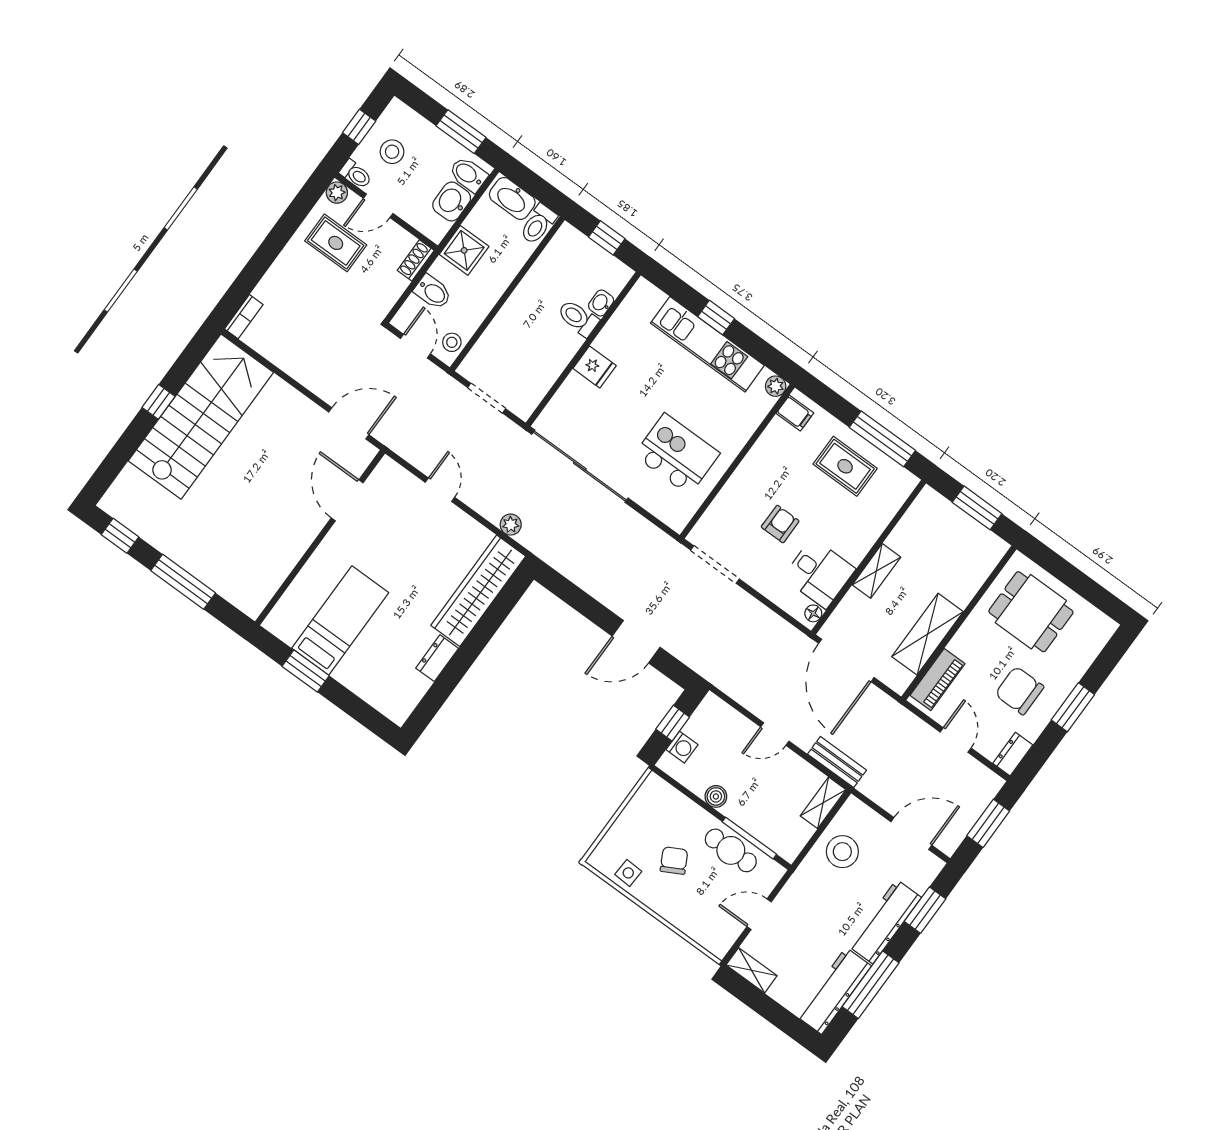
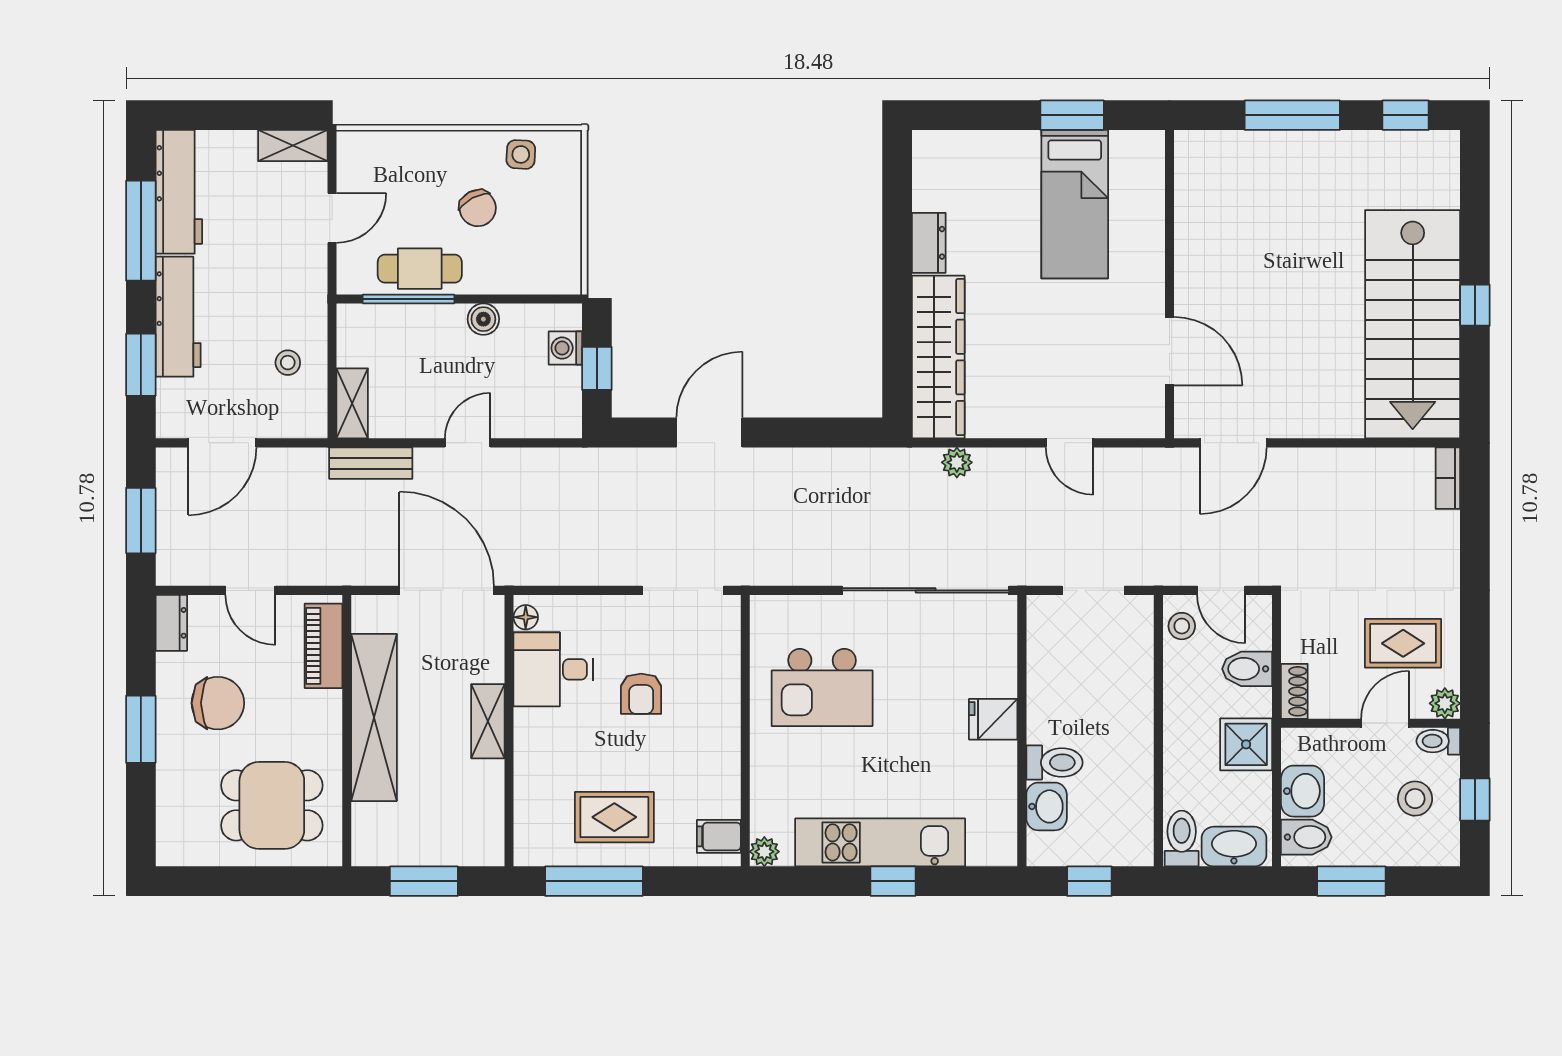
washbasin: (601, 303) -> (1047, 806), width x1.38, depth x1.45
shelving: (928, 634) -> (374, 717), width x1.47
stool: (842, 852) -> (288, 363), width x0.53, depth x0.53

